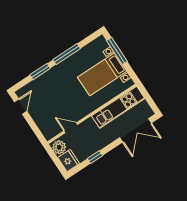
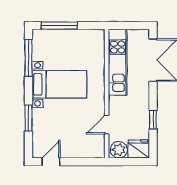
window: (67, 54) -> (28, 58), moved
bed with nightstands: (102, 74) -> (59, 84), moved, turned -90
door: (21, 107) -> (51, 162), hinge flipped

